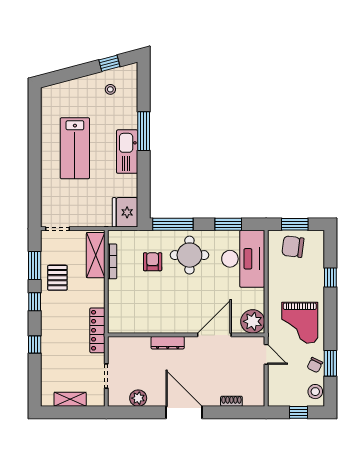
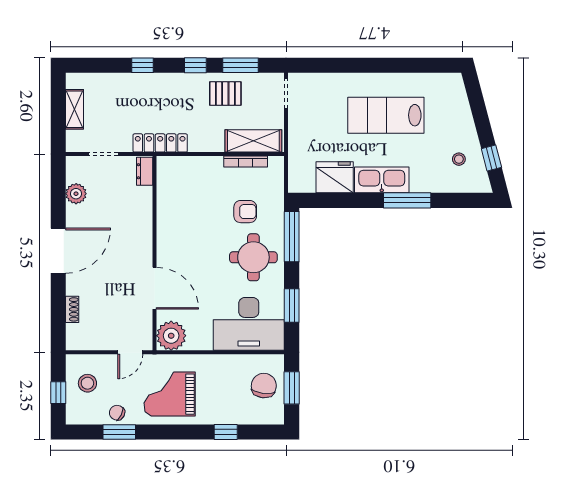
fridge: (125, 212) -> (335, 177), moved
dresser: (168, 343) -> (145, 171), moved, width x0.70
stool: (315, 392) -> (87, 383), moved

